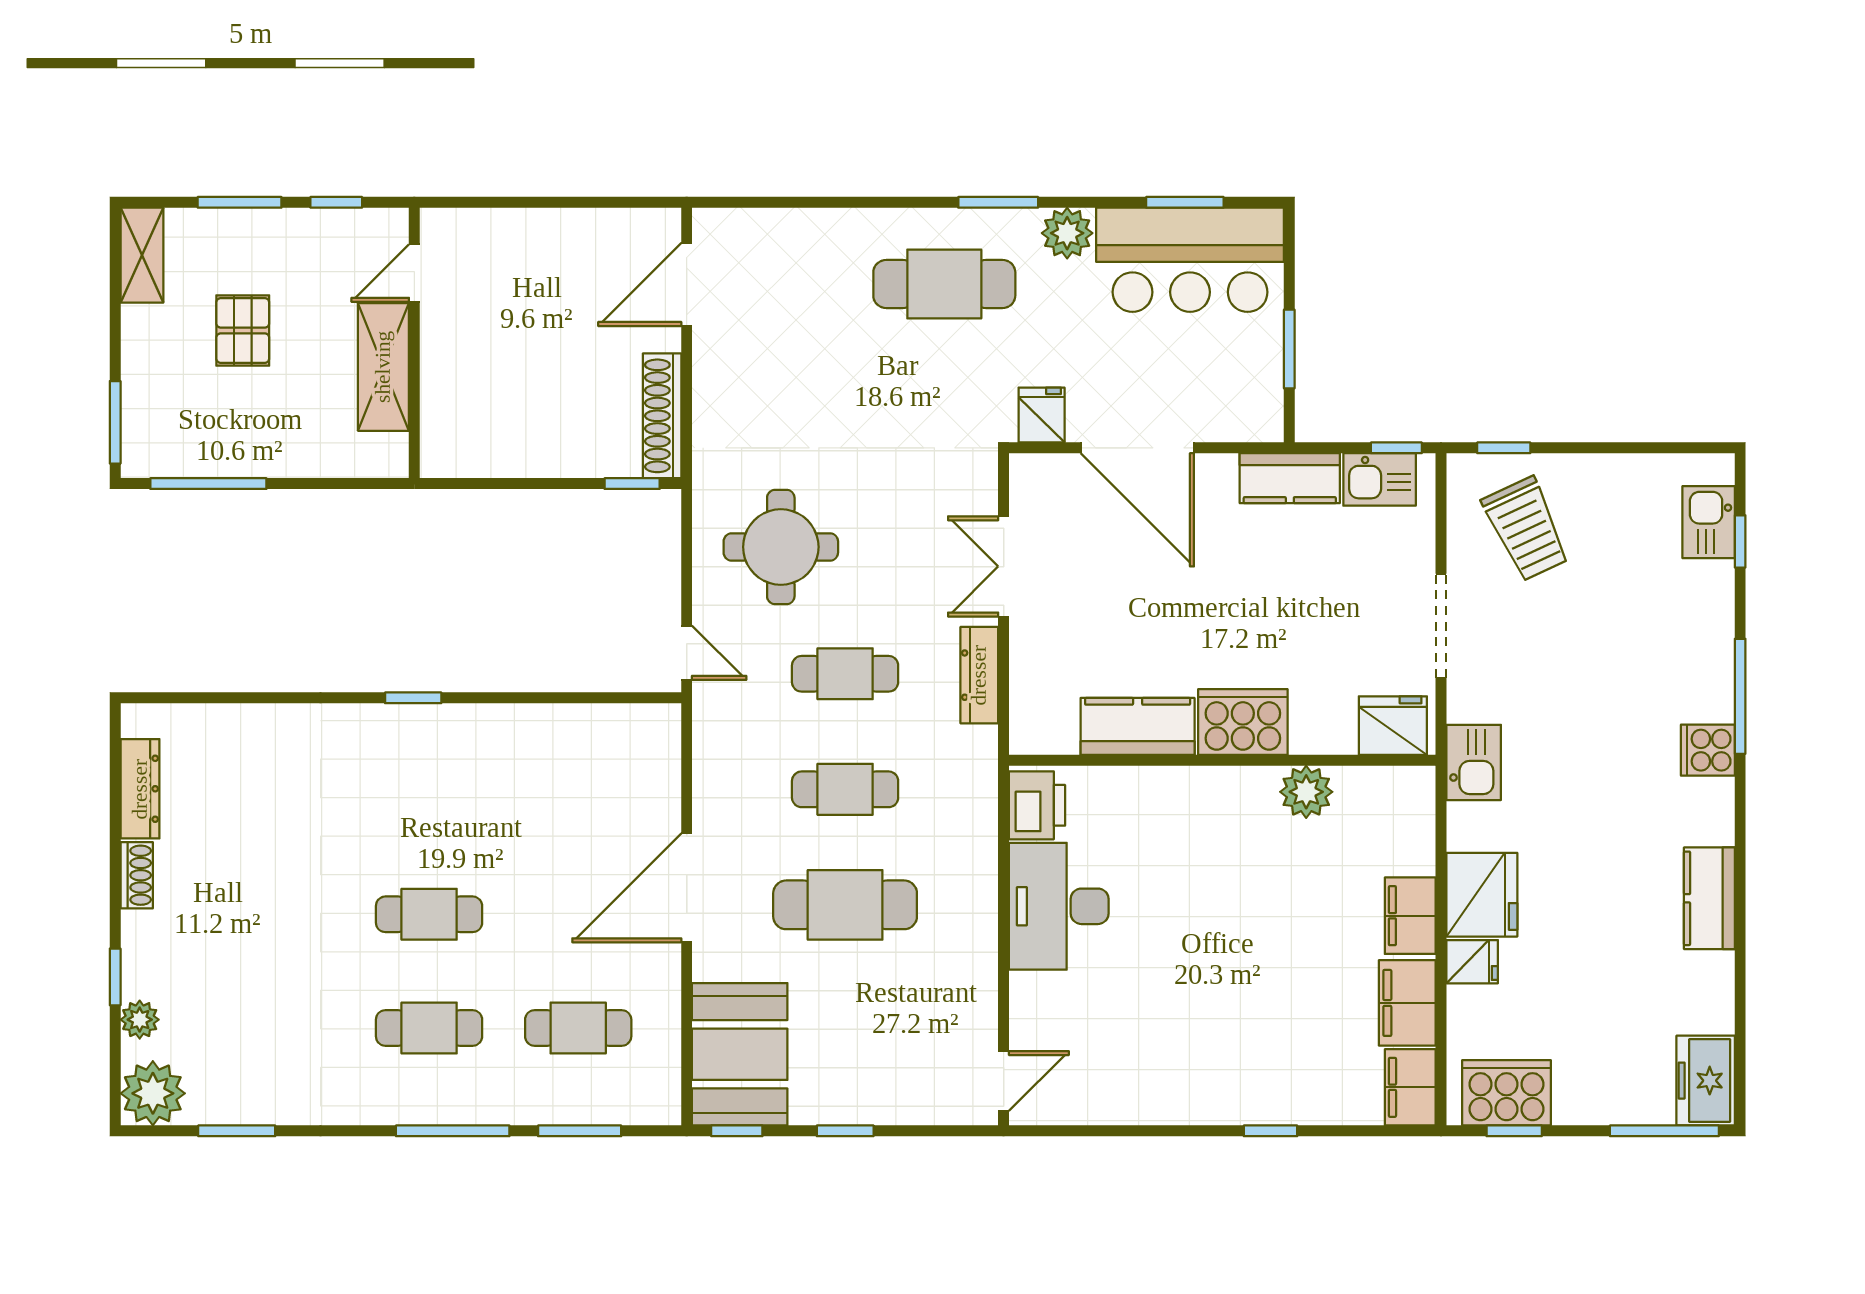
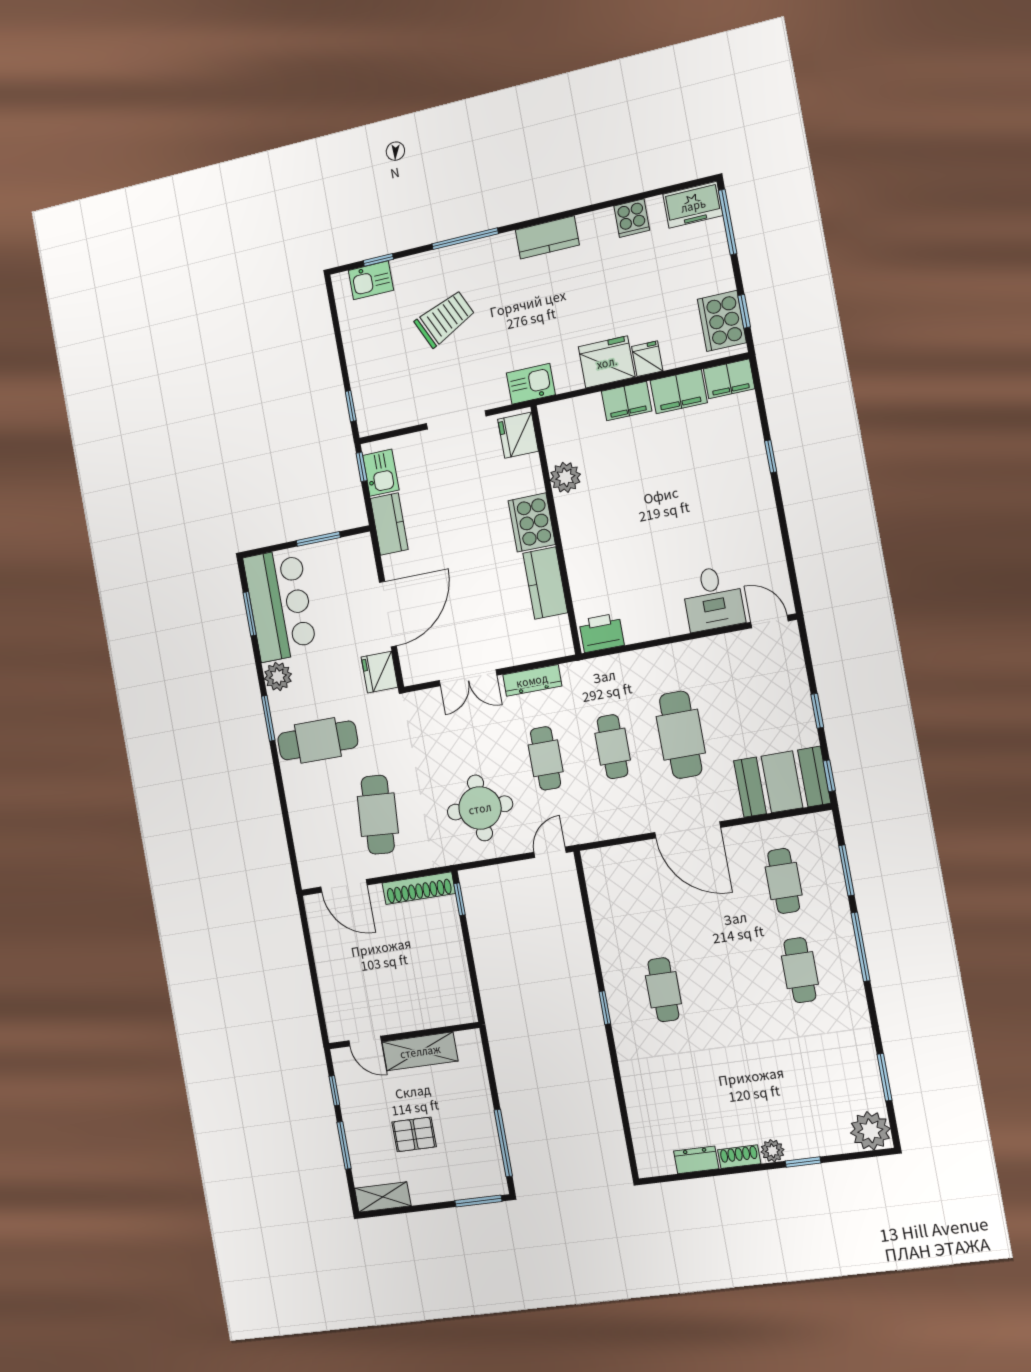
cafe table: (944, 284) -> (318, 740), turned 90
cafe table: (799, 367) -> (378, 815), added
fridge: (1042, 415) -> (380, 672), width x1.38
trolley: (1526, 529) -> (445, 319), moved
cooker: (1708, 750) -> (632, 218), moved
dresser: (140, 789) -> (696, 1160), width x0.70
kitchen counter: (1709, 898) -> (547, 238), moved
desk: (1059, 906) -> (713, 598), moved, width x0.73
cafe table: (429, 914) -> (663, 990), moved
plant: (140, 1020) -> (773, 1151), moved

